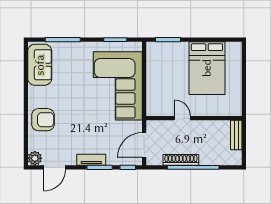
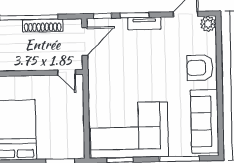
sofa: (40, 65) -> (205, 121), width x1.36
corner sofa: (118, 86) -> (129, 130), moved, turned -90
door: (182, 118) -> (66, 72), moved

